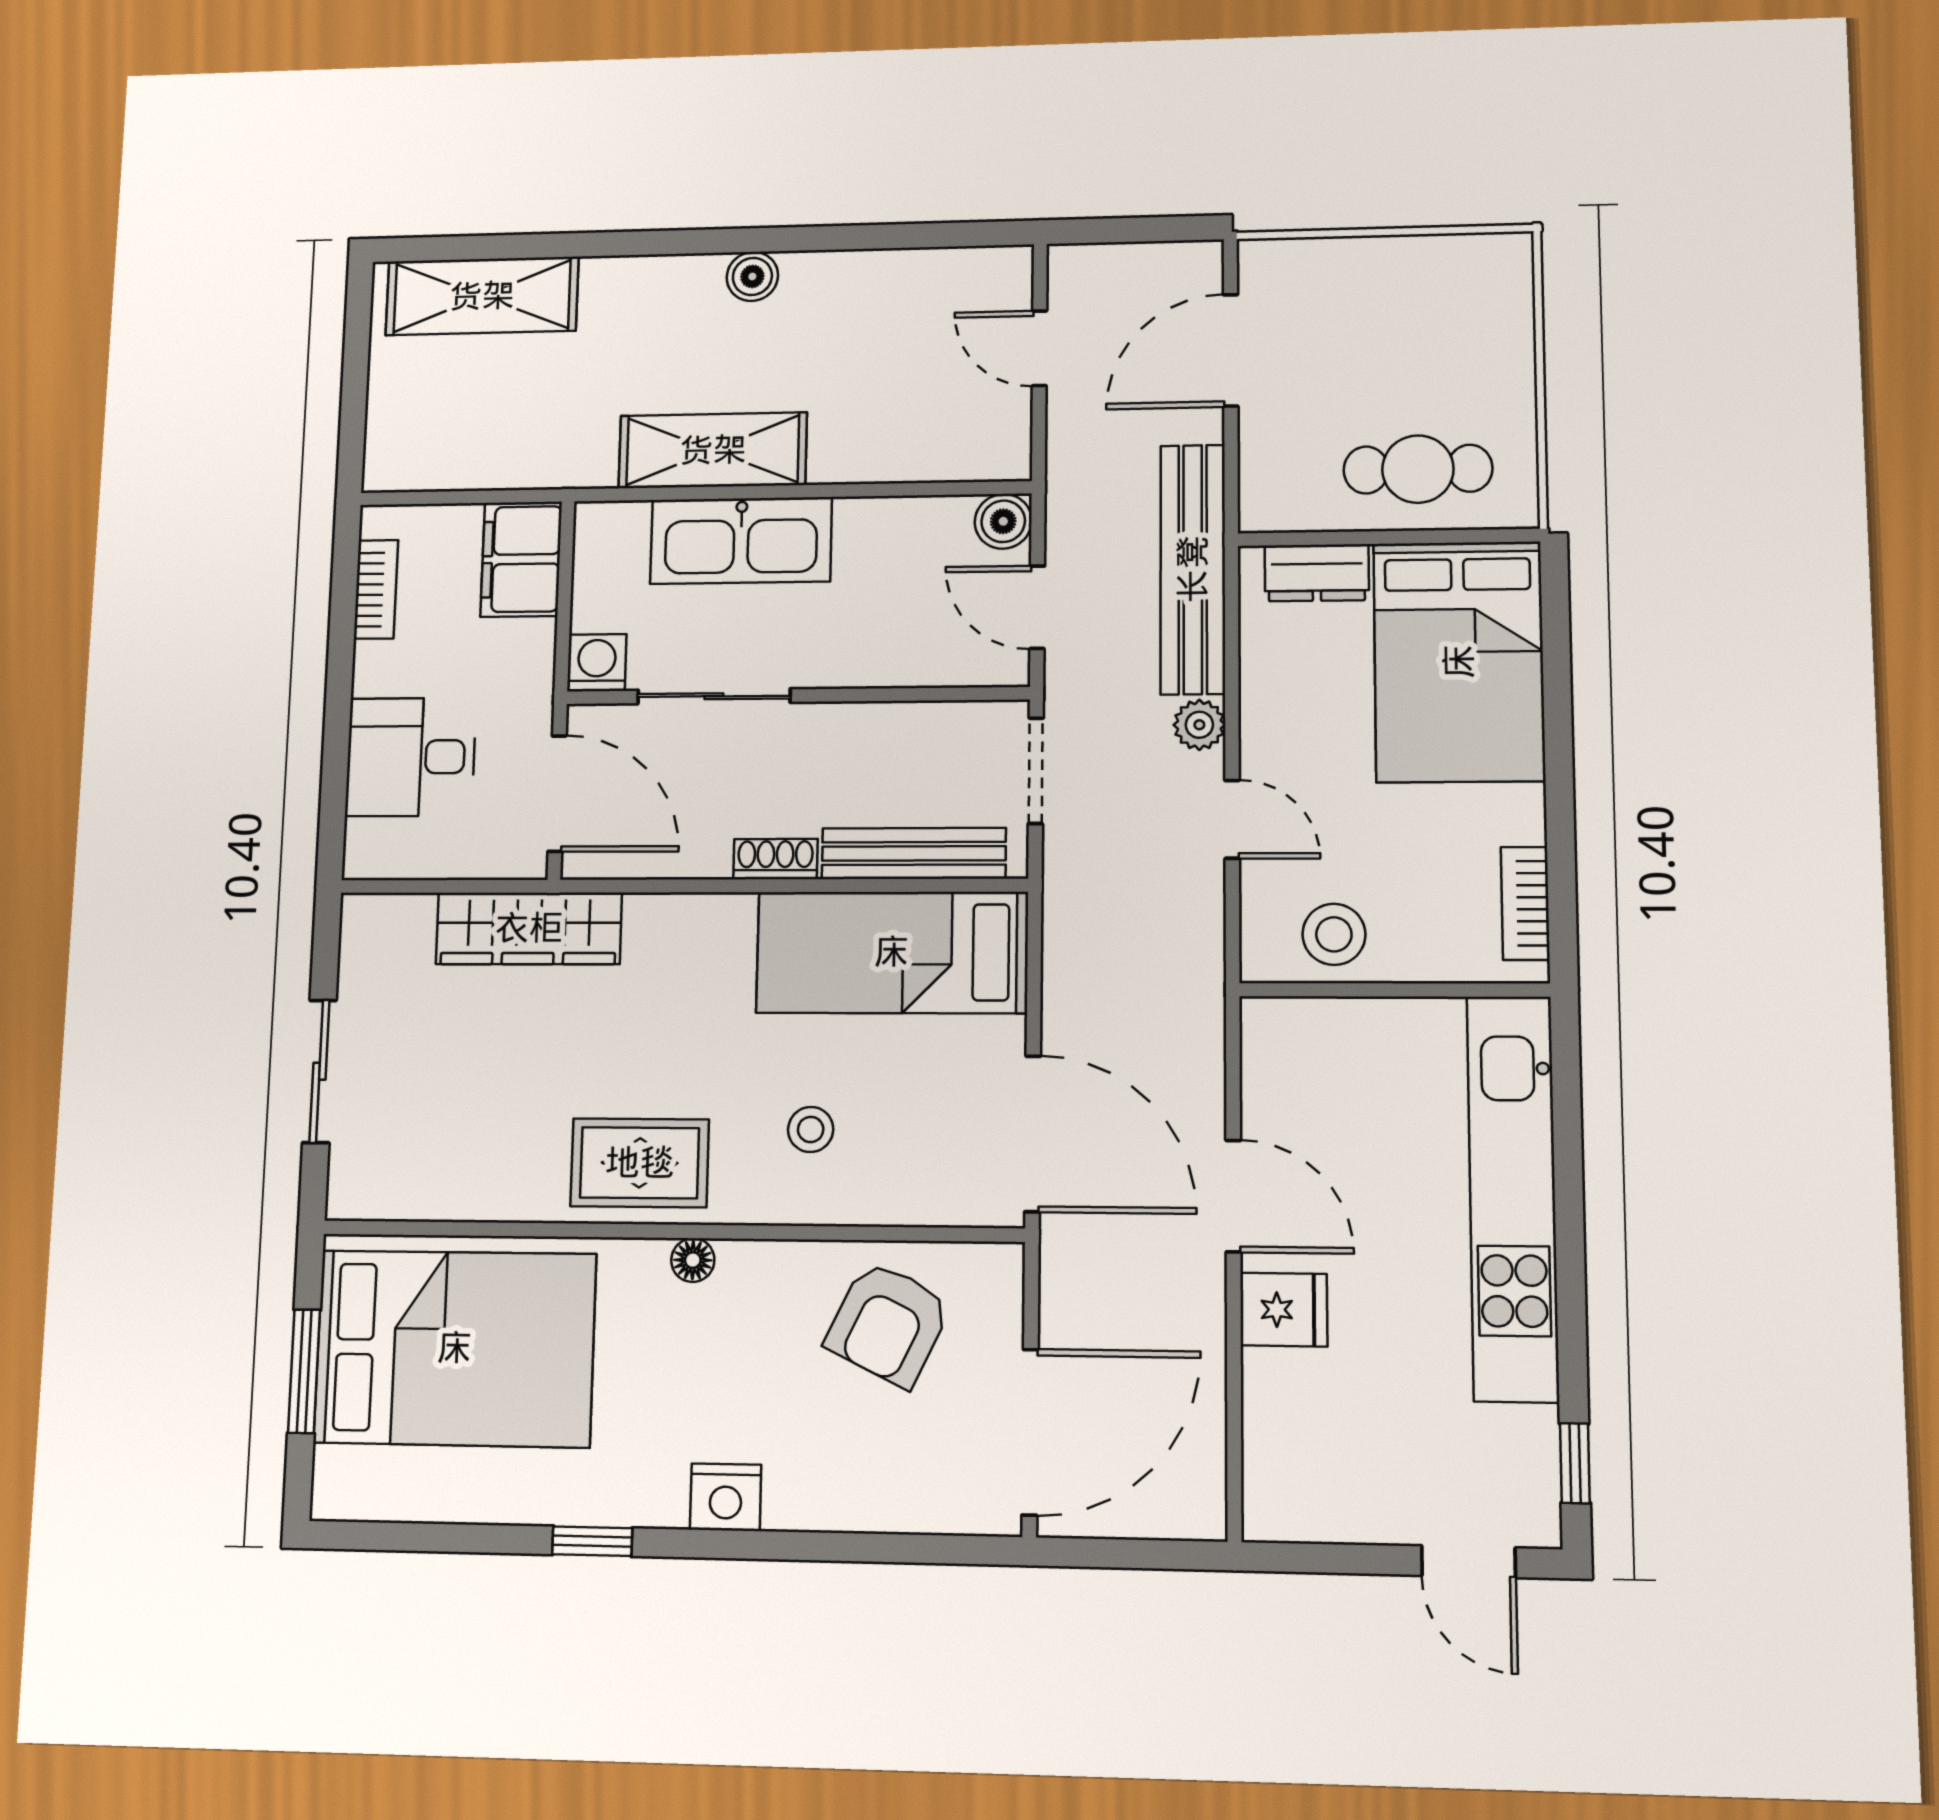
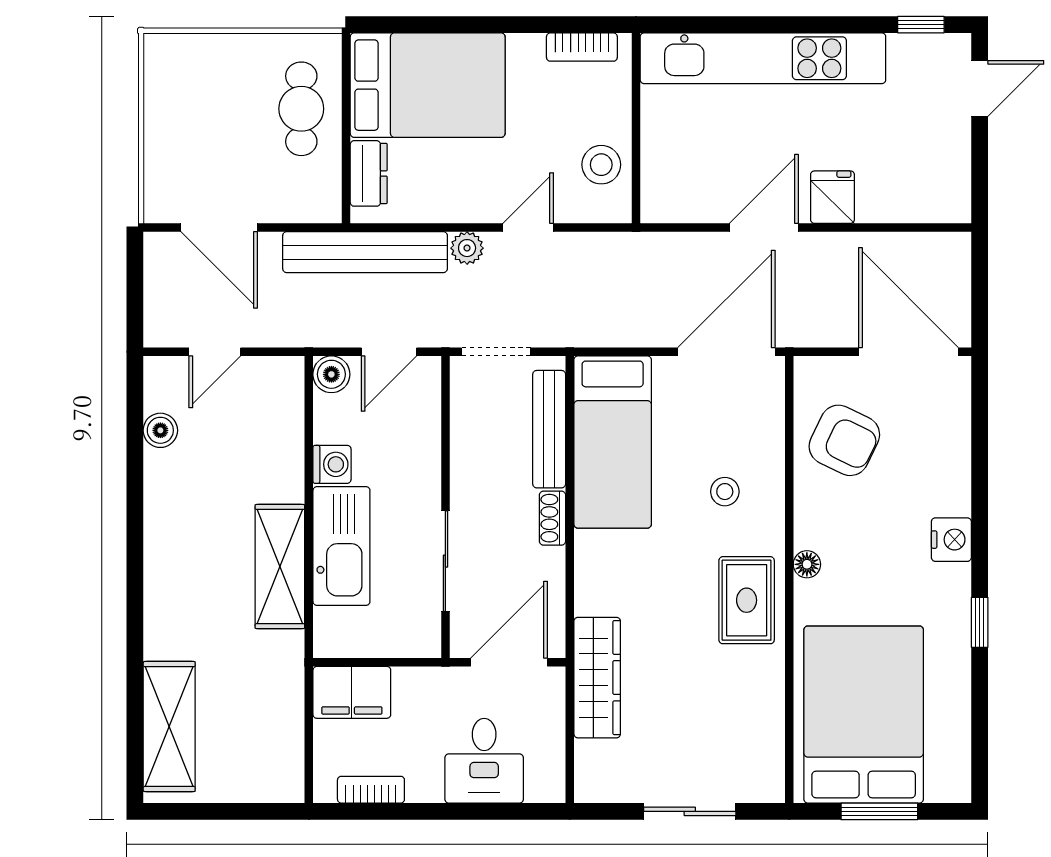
boiler: (752, 276) -> (160, 430), moved
washing machine: (597, 663) -> (332, 464), moved, turned 180

